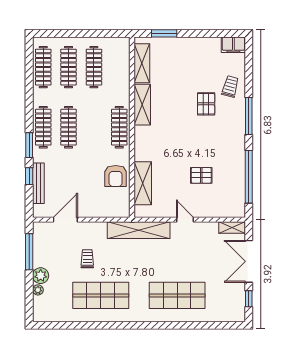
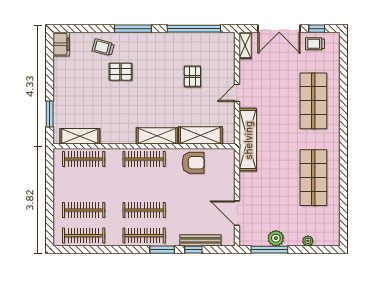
clothes rail: (94, 67) -> (84, 159), moved
shelving: (142, 105) -> (157, 136), moved
trolley: (87, 259) -> (315, 44), moved
plant: (41, 276) -> (276, 238), moved

